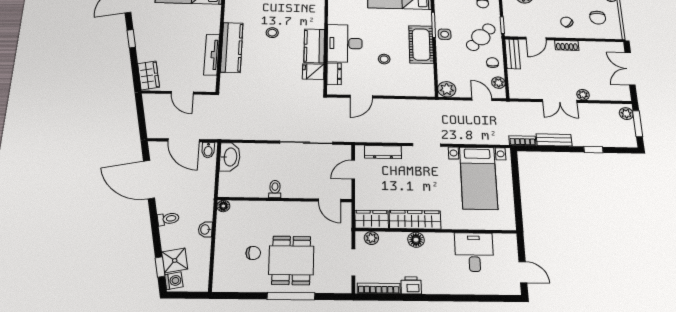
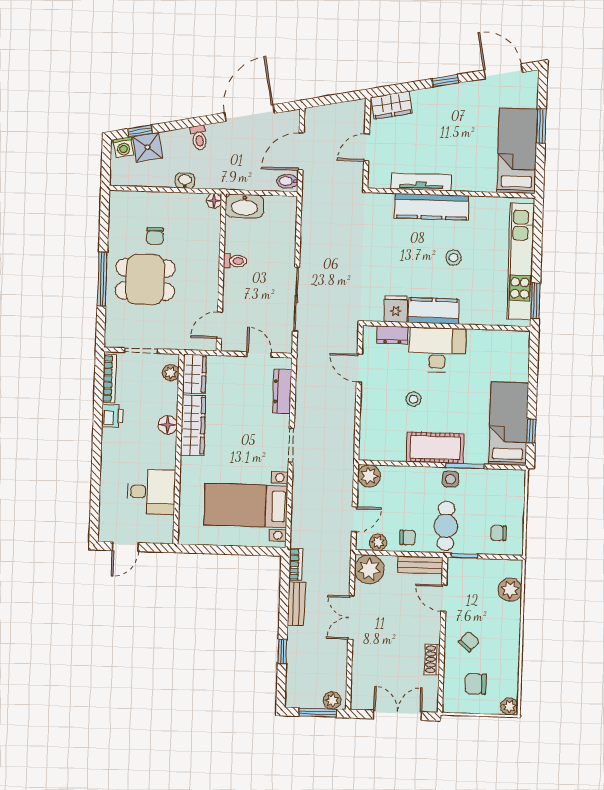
cafe table: (481, 37) -> (446, 526), turned 49
shoe rack: (567, 45) -> (432, 659), moved
plant: (583, 95) -> (369, 569), moved, width x1.87, depth x1.87
washbasin: (230, 157) -> (245, 206), moved

